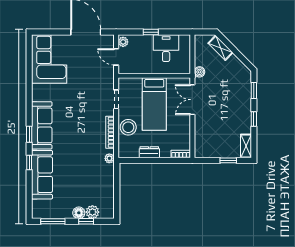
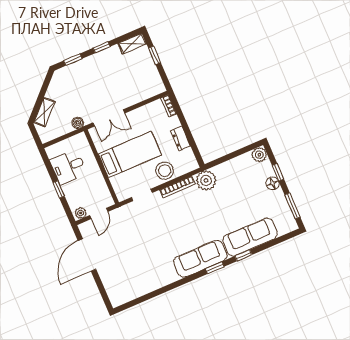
corner sofa: (49, 59) -> (130, 280), removed
plant: (109, 158) -> (206, 180), width x1.88, depth x1.88
plant: (92, 212) -> (259, 155), moved

